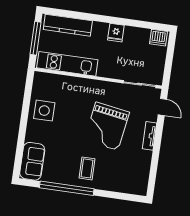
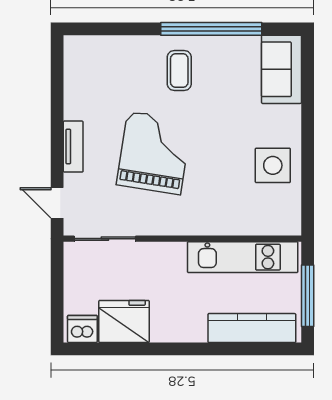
fridge: (116, 33) -> (124, 321), moved, width x1.88, depth x1.34

